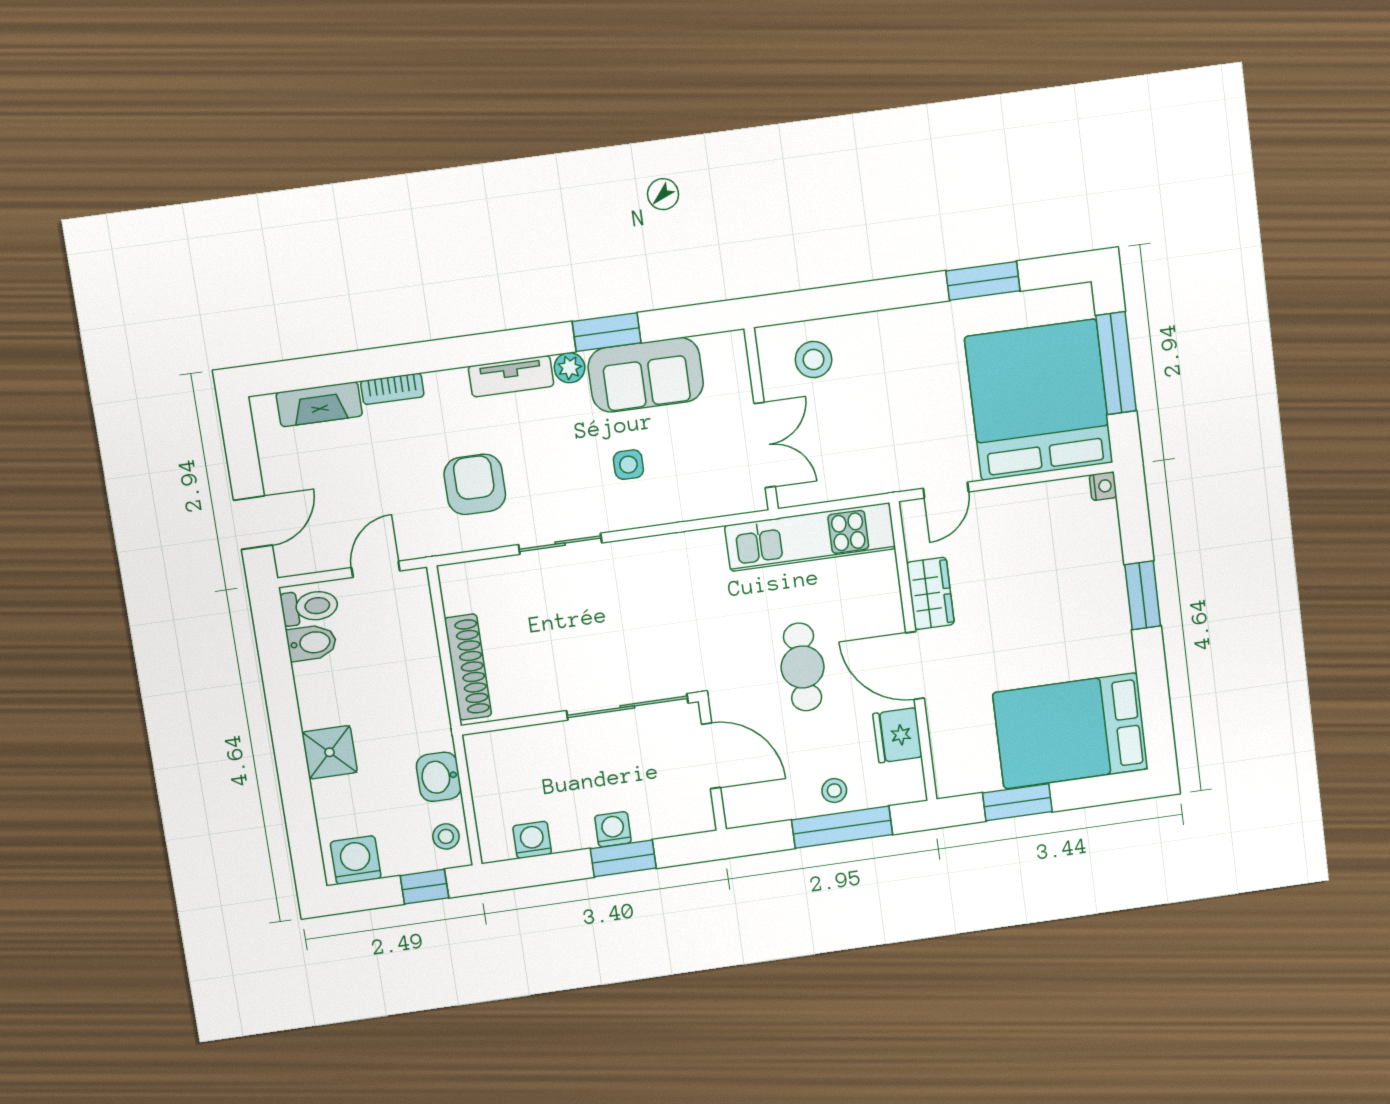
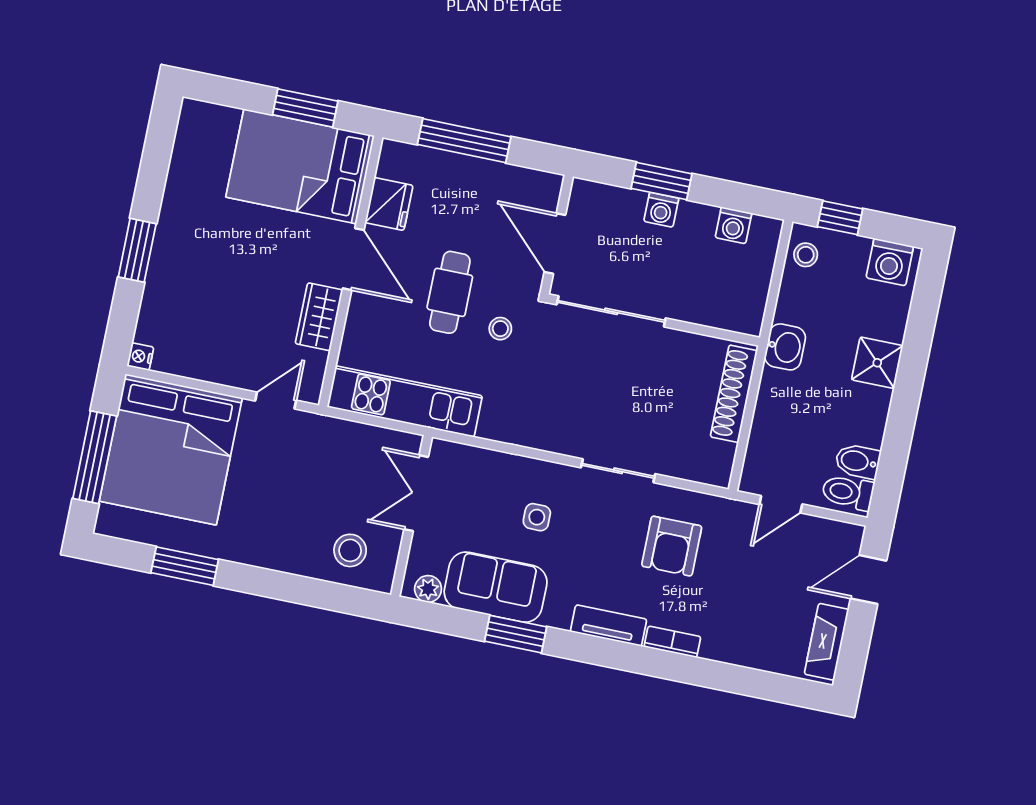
plant: (570, 368) -> (428, 589), moved
bookcase: (392, 389) -> (672, 642), moved
fireplace: (319, 404) -> (827, 642), moved, turned -90
bed: (1070, 731) -> (300, 166), moved, turned 180
washbasin: (439, 777) -> (785, 347), moved
stool: (834, 791) -> (500, 329), moved

